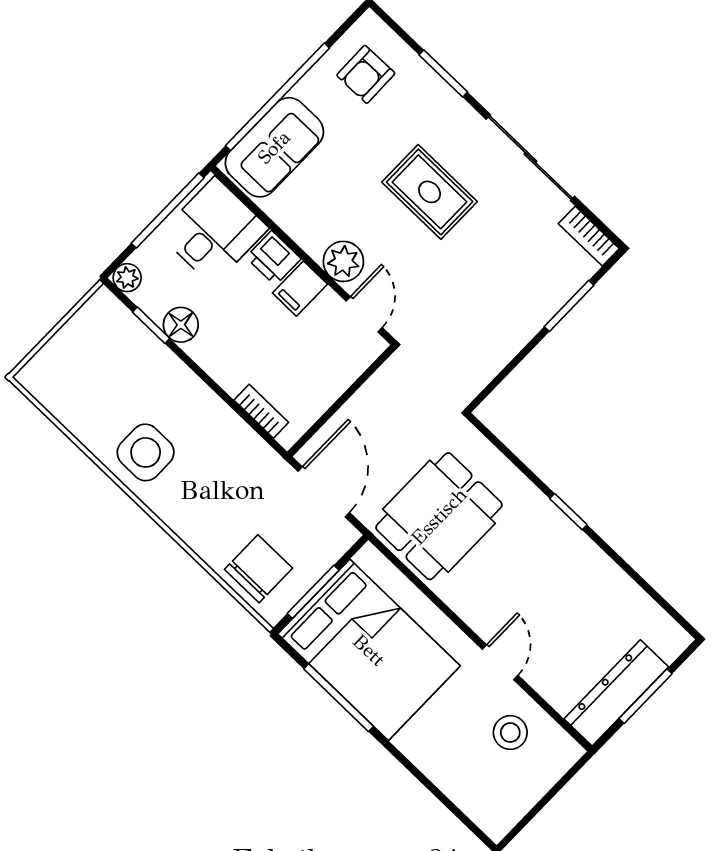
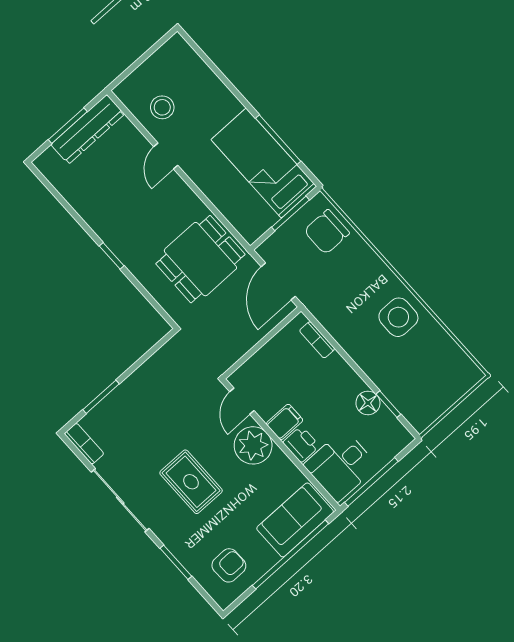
plant: (343, 261) -> (253, 445), width x1.36, depth x1.36
plant: (127, 278) -> (402, 438), removed
bed: (369, 650) -> (264, 163), width x0.67

